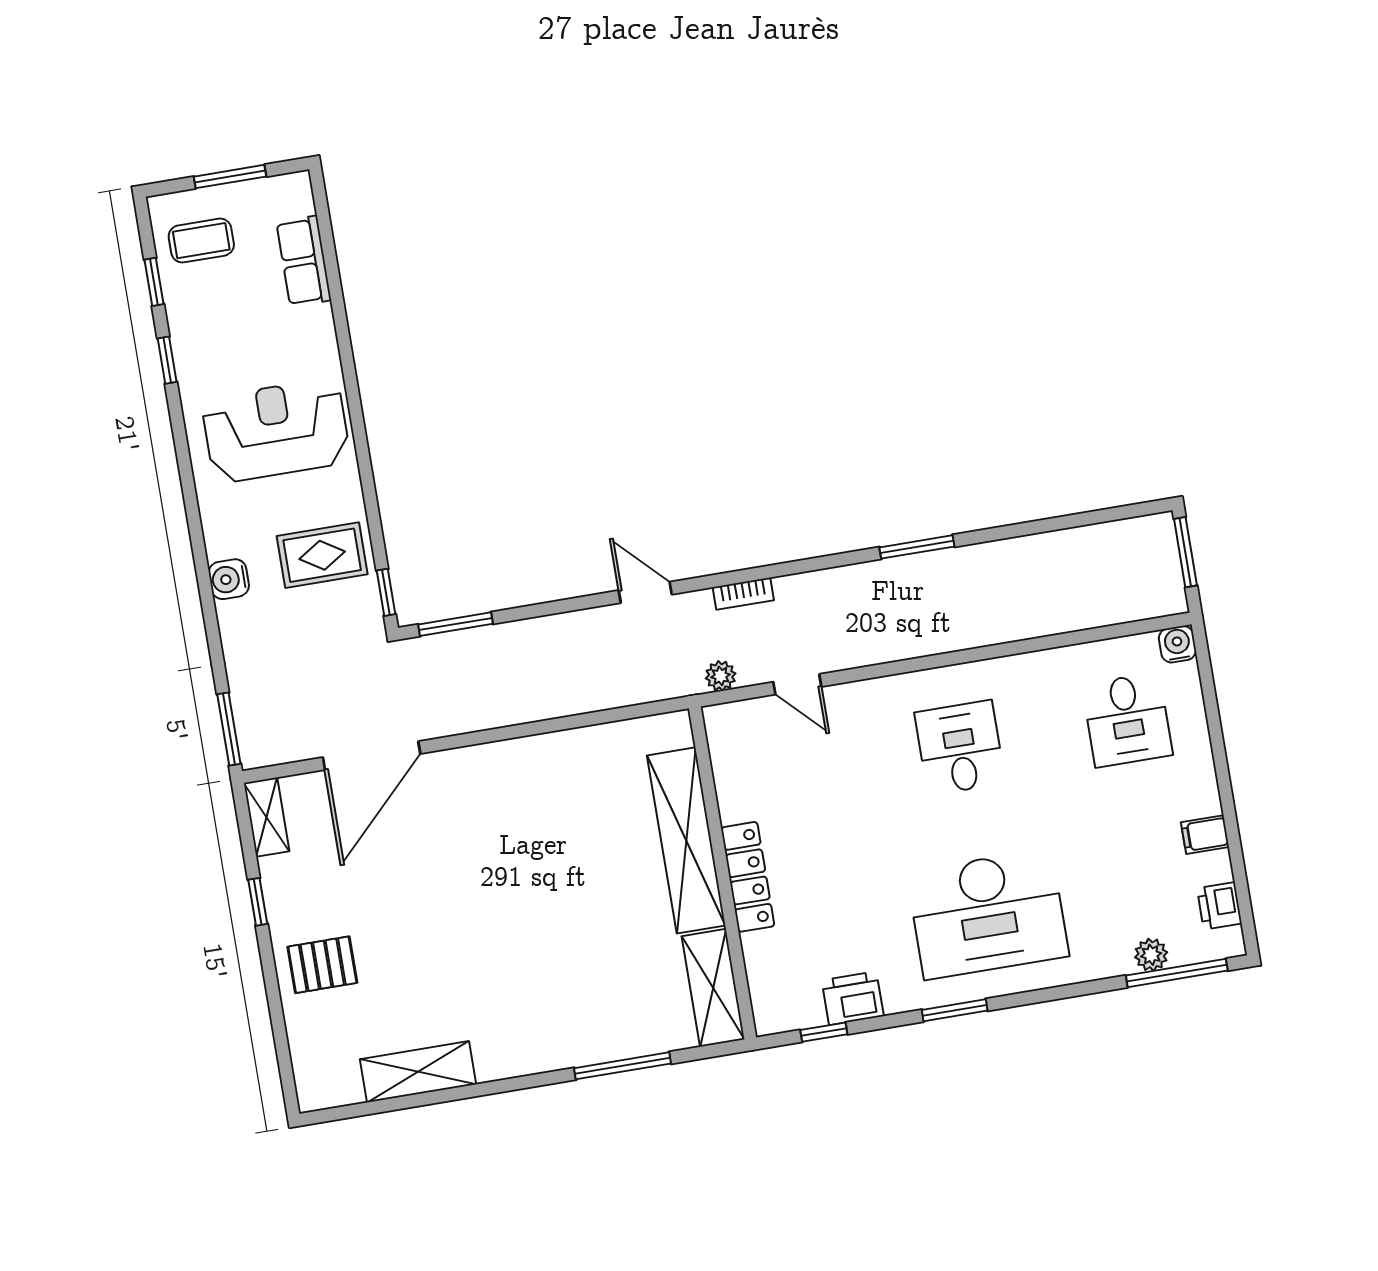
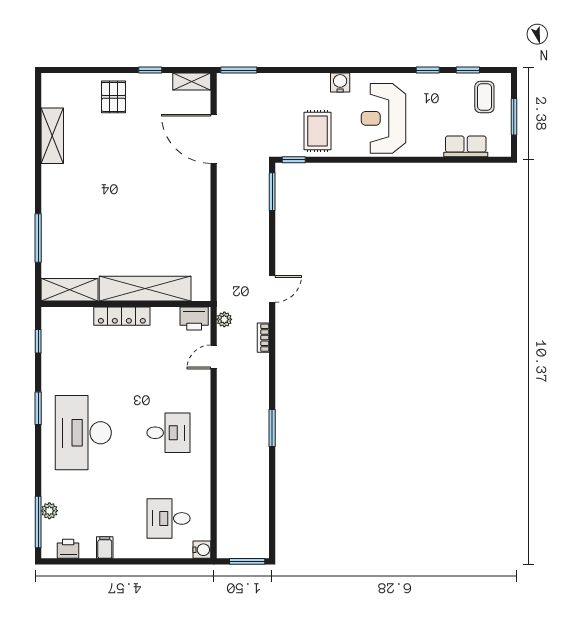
reception desk: (276, 431) -> (384, 118), turned 180
water cooler: (229, 579) -> (340, 82), moved
printer: (853, 998) -> (194, 319), moved, turned 90

